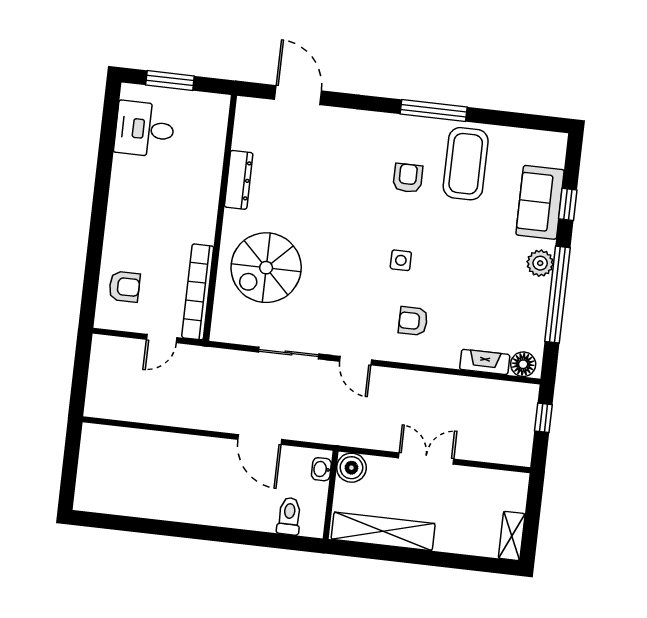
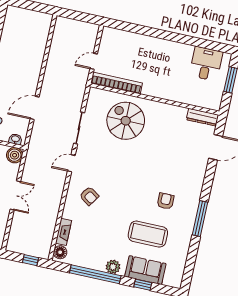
coffee table: (466, 164) -> (148, 234), moved
armchair: (408, 178) -> (166, 201), turned -90
dresser: (239, 180) -> (203, 117), moved
side table: (401, 260) -> (122, 193), removed
armchair: (124, 287) -> (123, 44), removed
armchair: (413, 321) -> (89, 196), turned 124
door: (162, 338) -> (94, 61), hinge flipped

